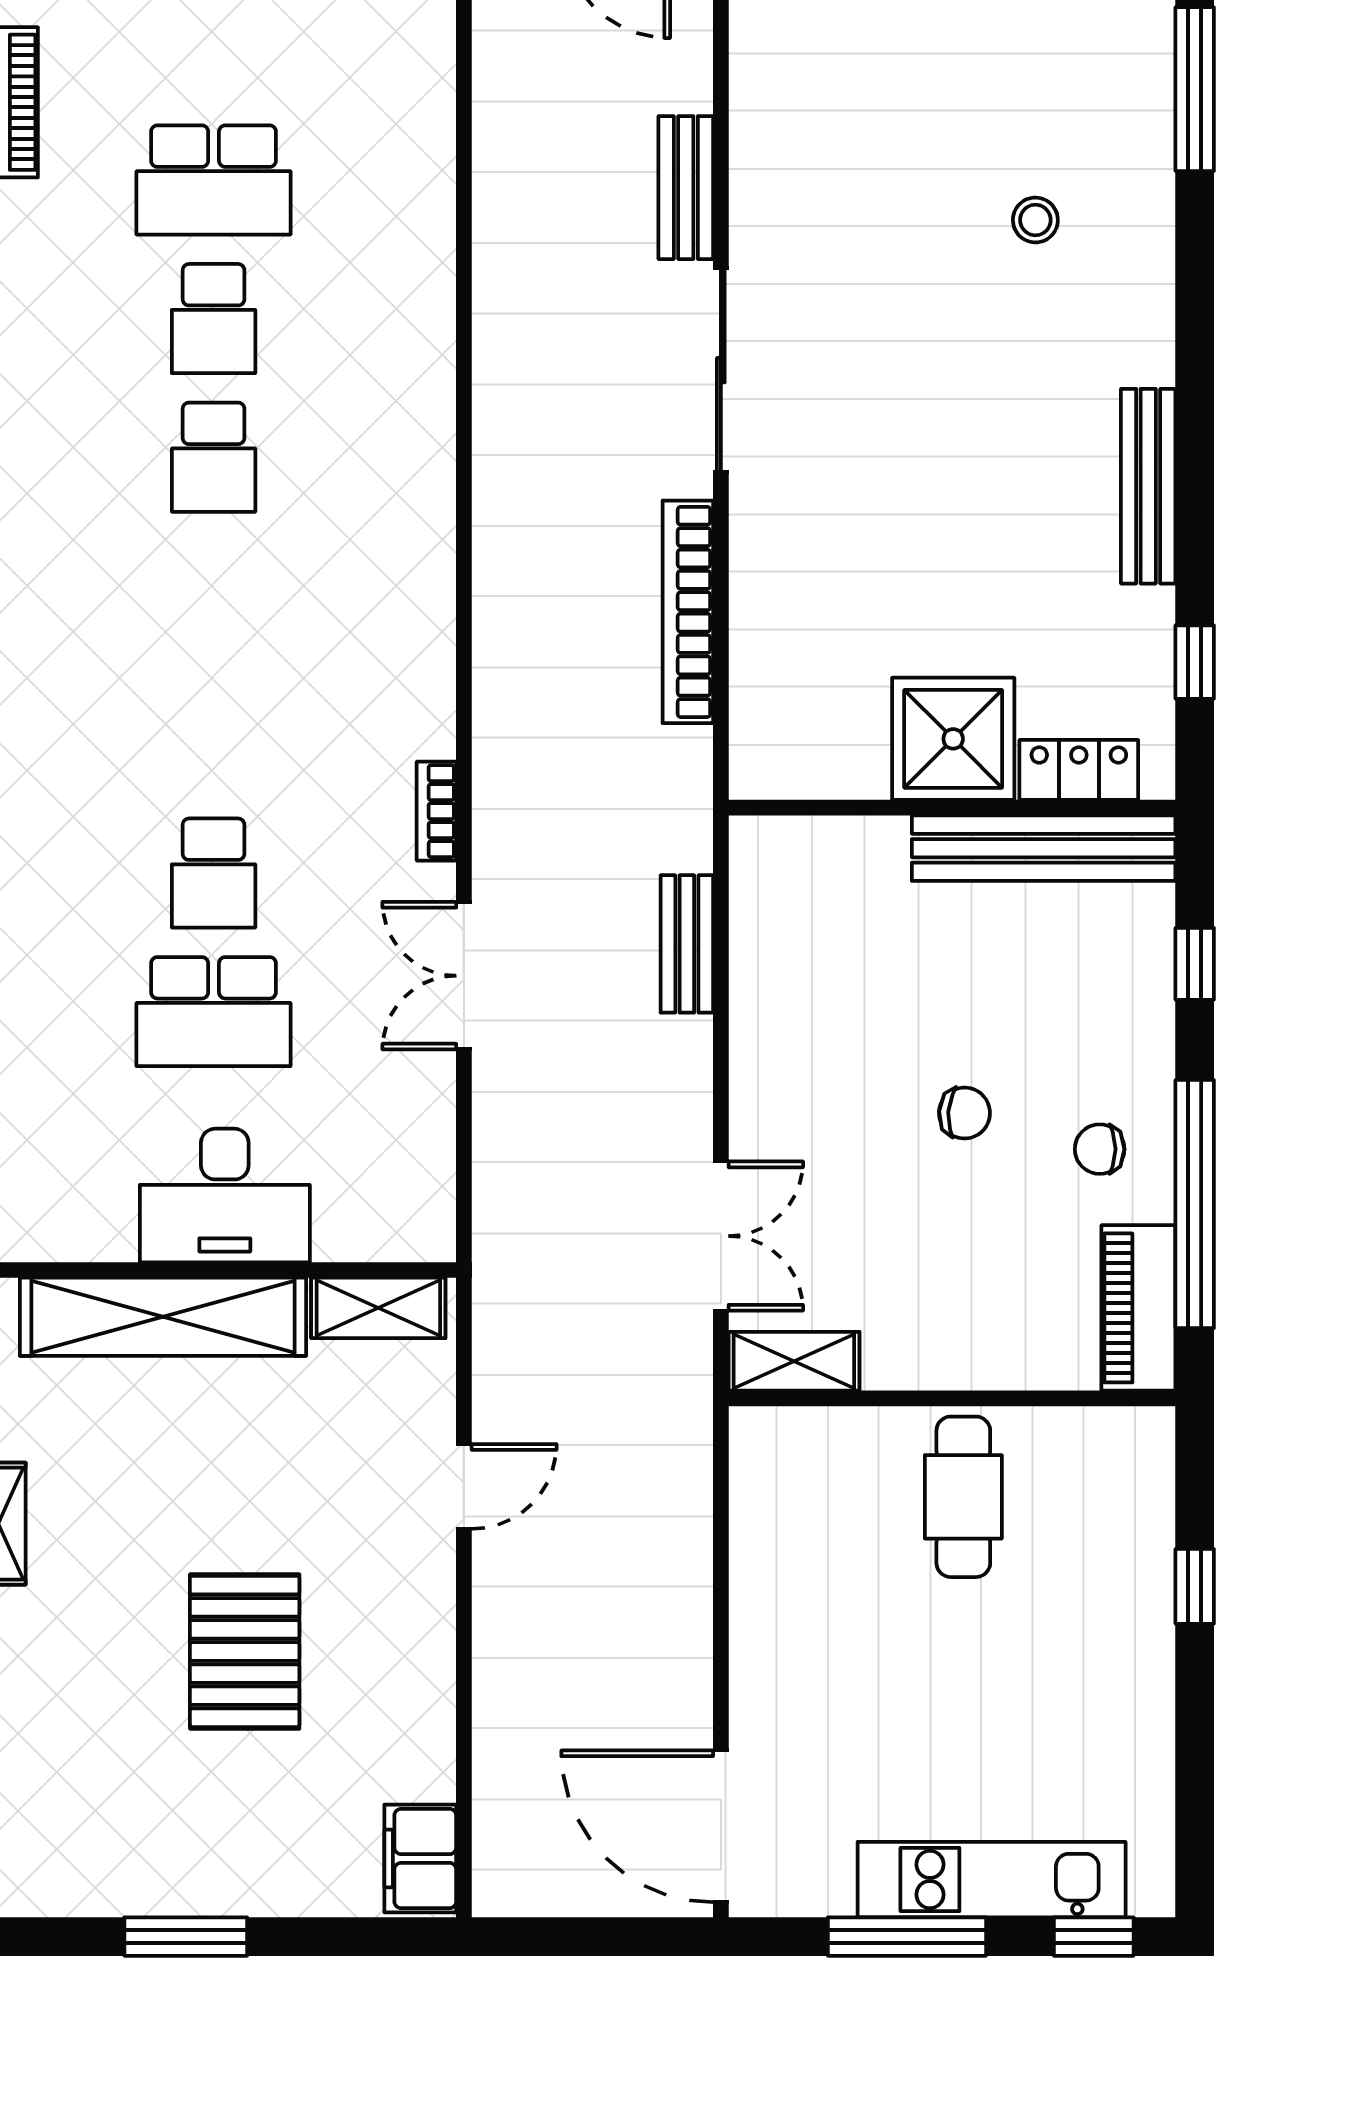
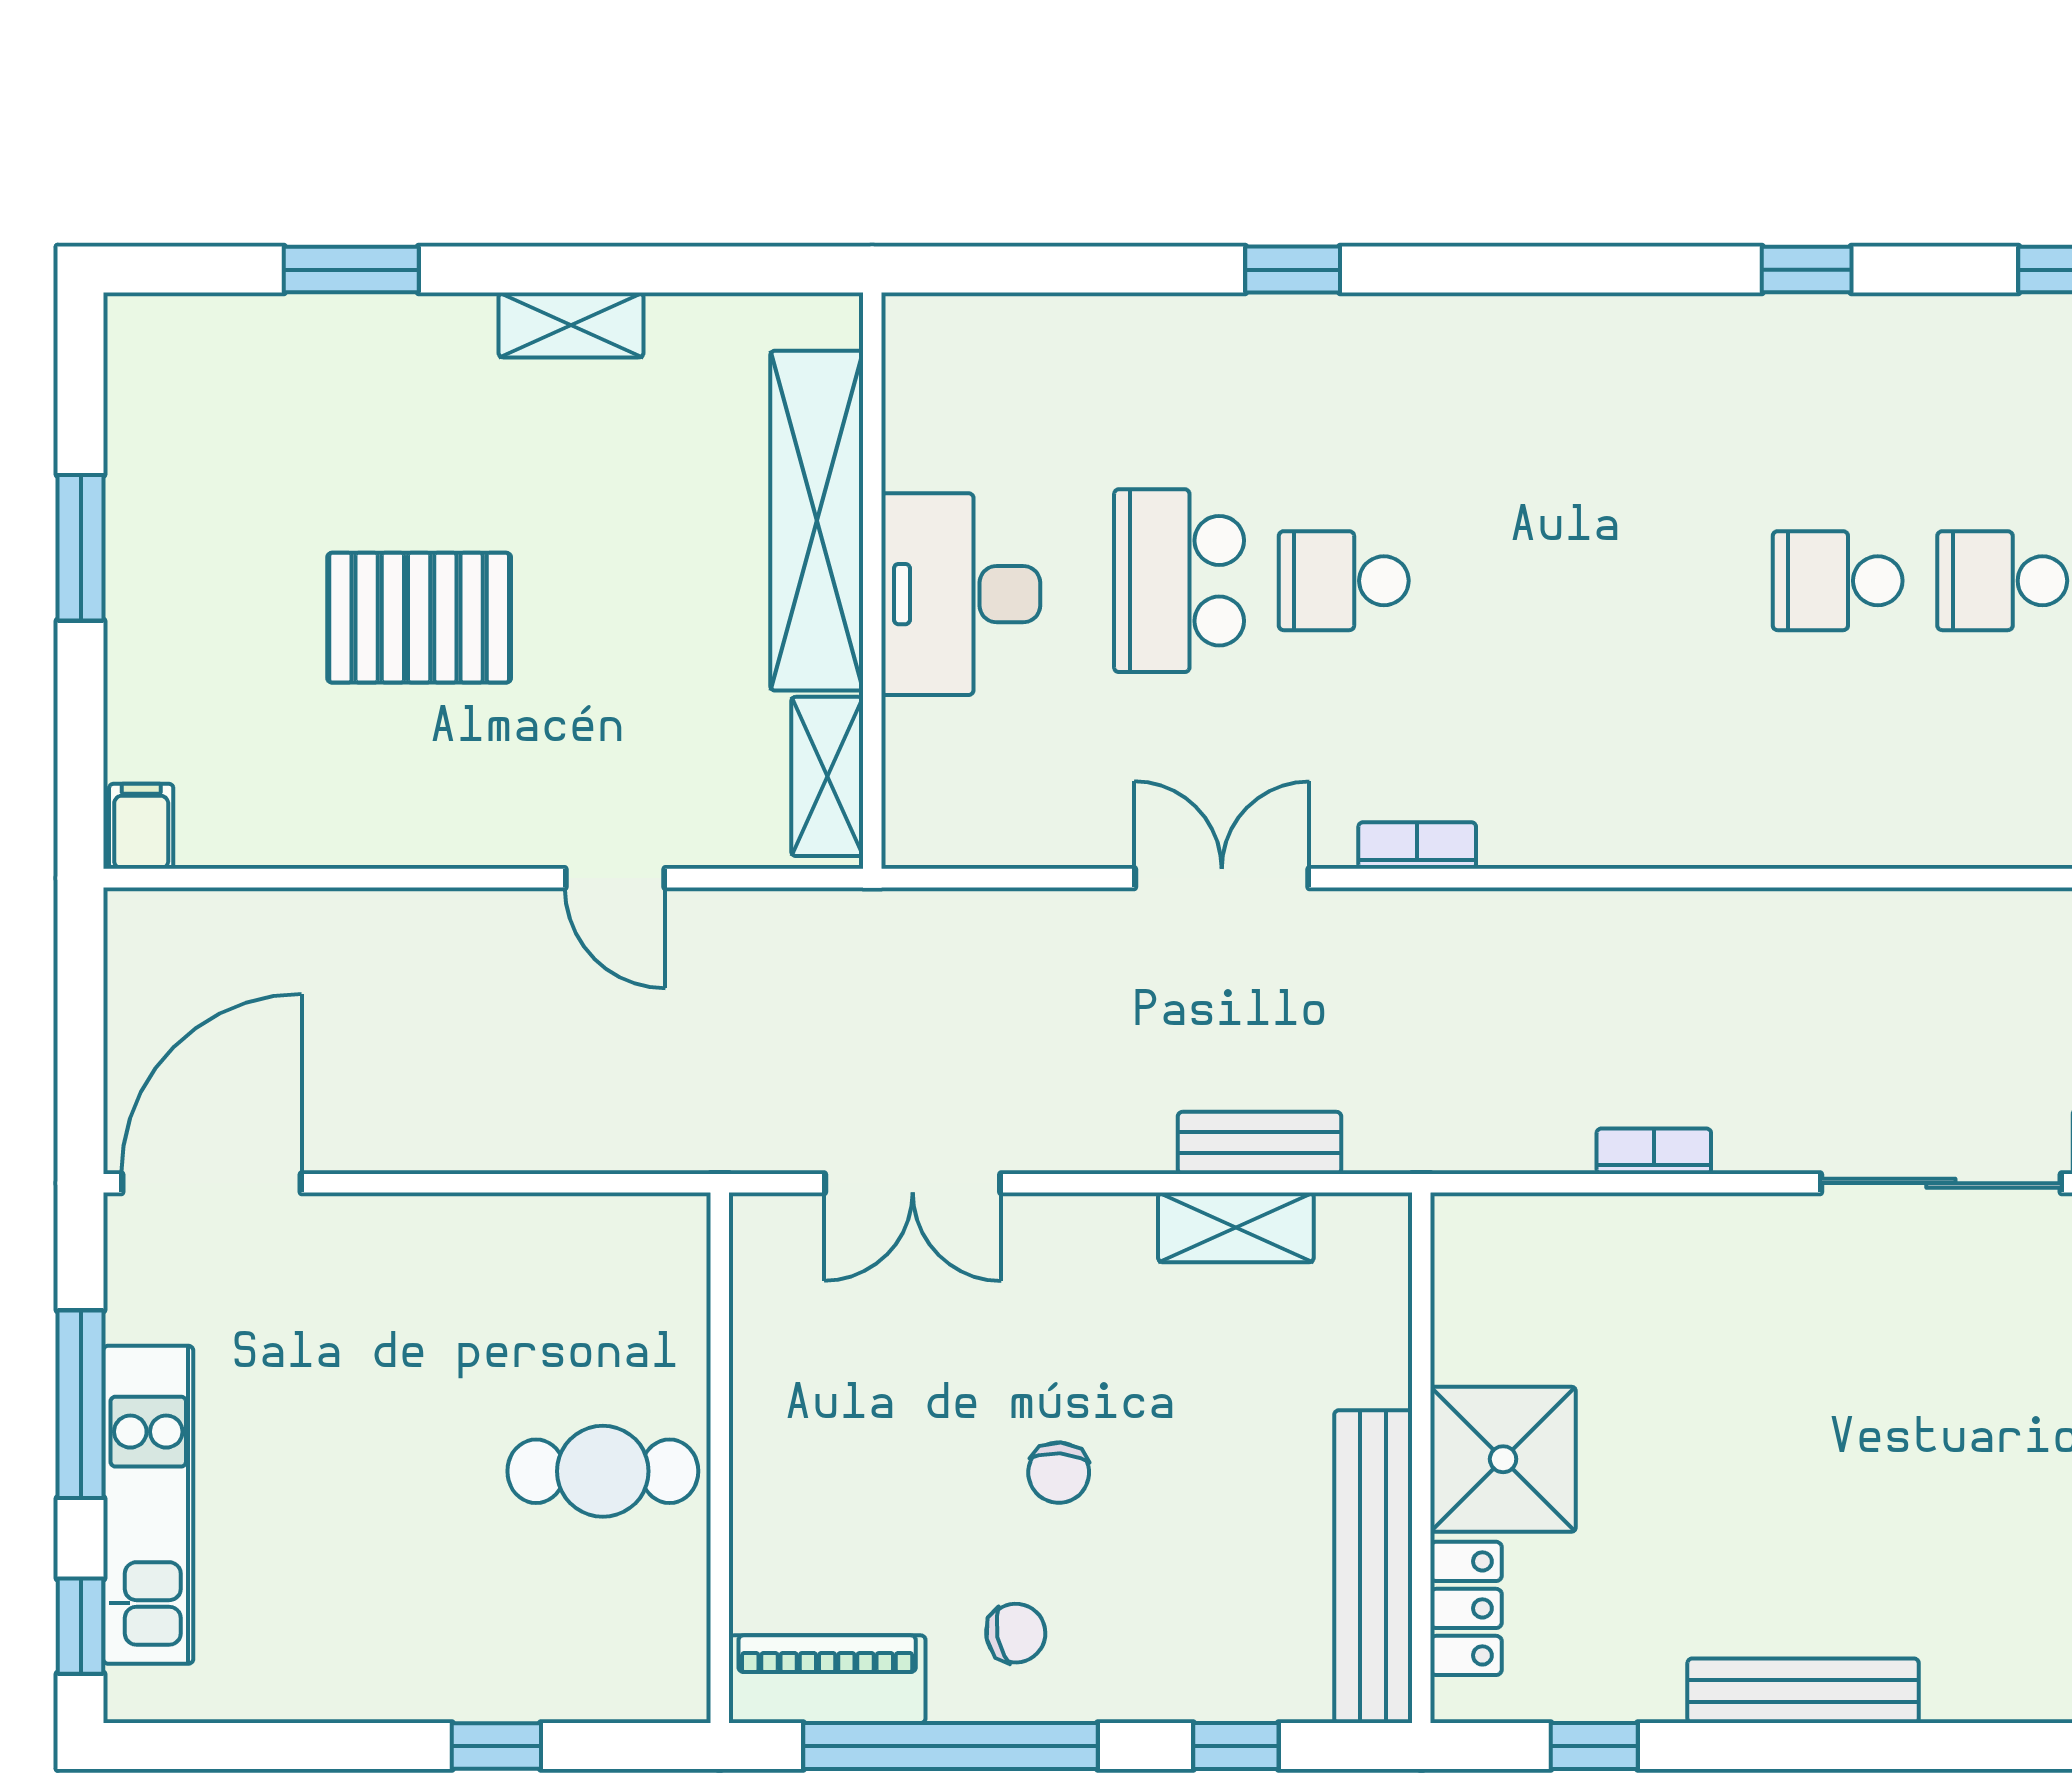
bookcase: (688, 612) -> (1654, 1151), width x0.43, depth x0.76
chair: (1100, 1149) -> (1016, 1633), turned 79
shelving: (794, 1361) -> (1236, 1227), moved, turned 90
filing cabinet: (420, 1858) -> (141, 826), width x0.50

